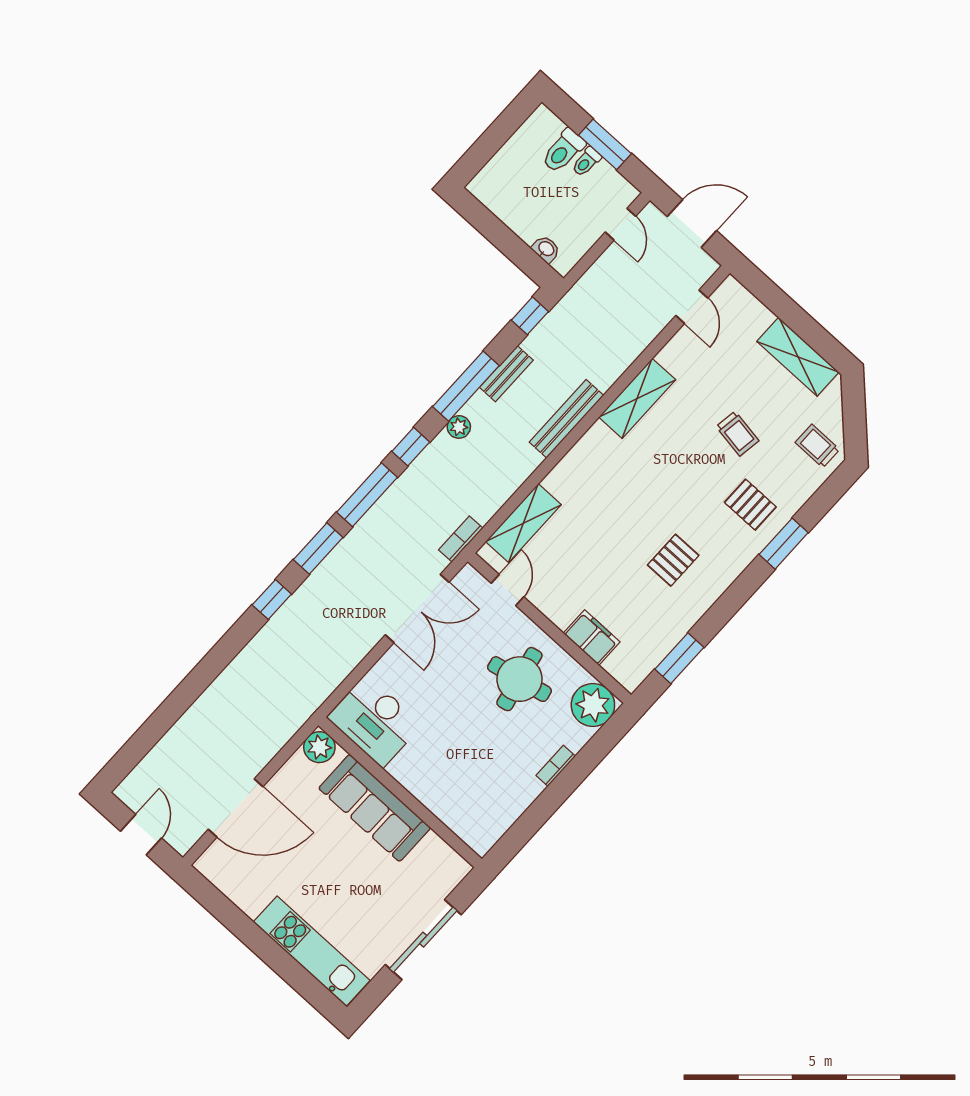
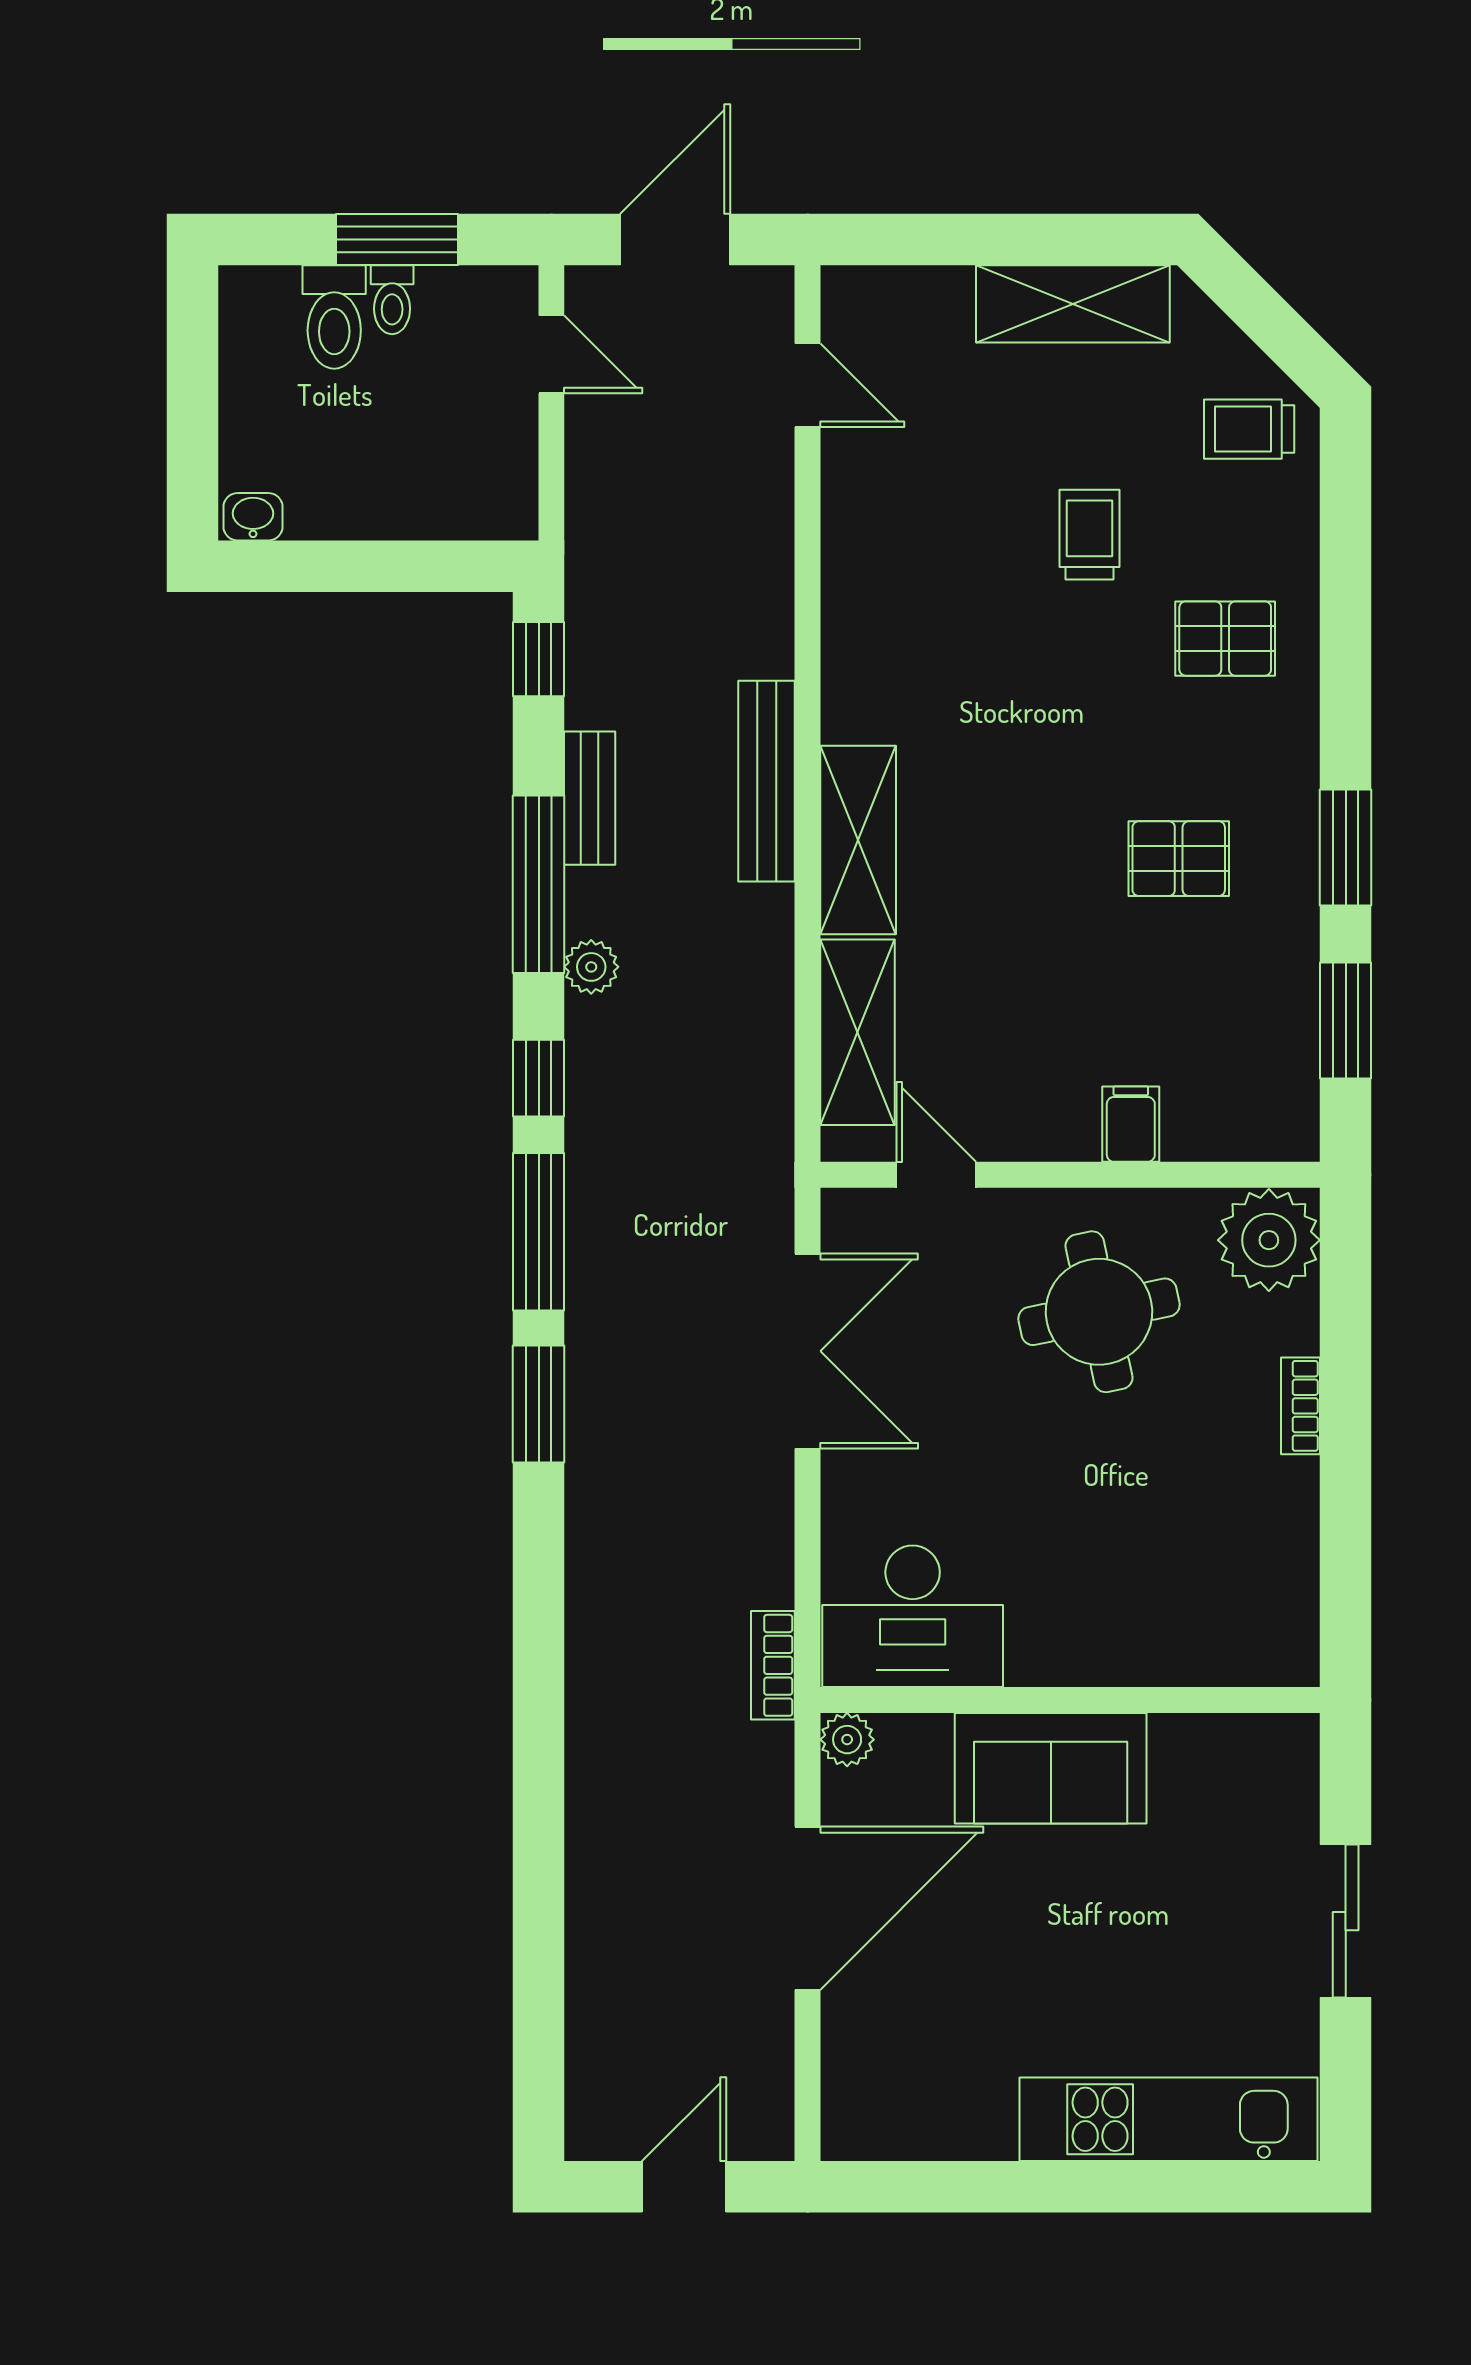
washbasin: (546, 249) -> (253, 517), moved
shelving: (637, 398) -> (858, 840), moved
trolley: (737, 434) -> (1090, 535), turned -99
bookcase: (461, 539) -> (773, 1665), moved
window: (784, 544) -> (1346, 848), moved
pallet: (673, 560) -> (1179, 859), turned 90
window: (272, 599) -> (539, 1567), removed
filing cabinet: (592, 638) -> (1131, 1124), width x0.50
plant: (319, 747) -> (847, 1740), width x0.73, depth x0.73
door: (236, 808) -> (808, 1908), moved
sofa: (375, 808) -> (1051, 1768), width x0.73
door: (141, 835) -> (684, 2187), hinge flipped
sliding door: (423, 940) -> (1346, 1921), width x0.73

